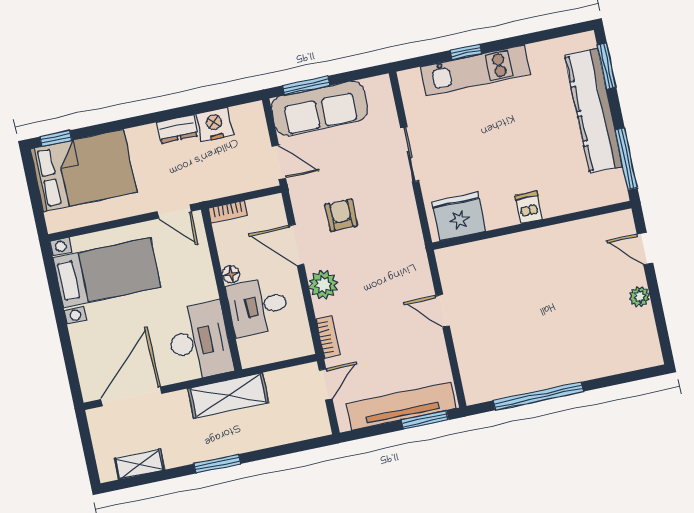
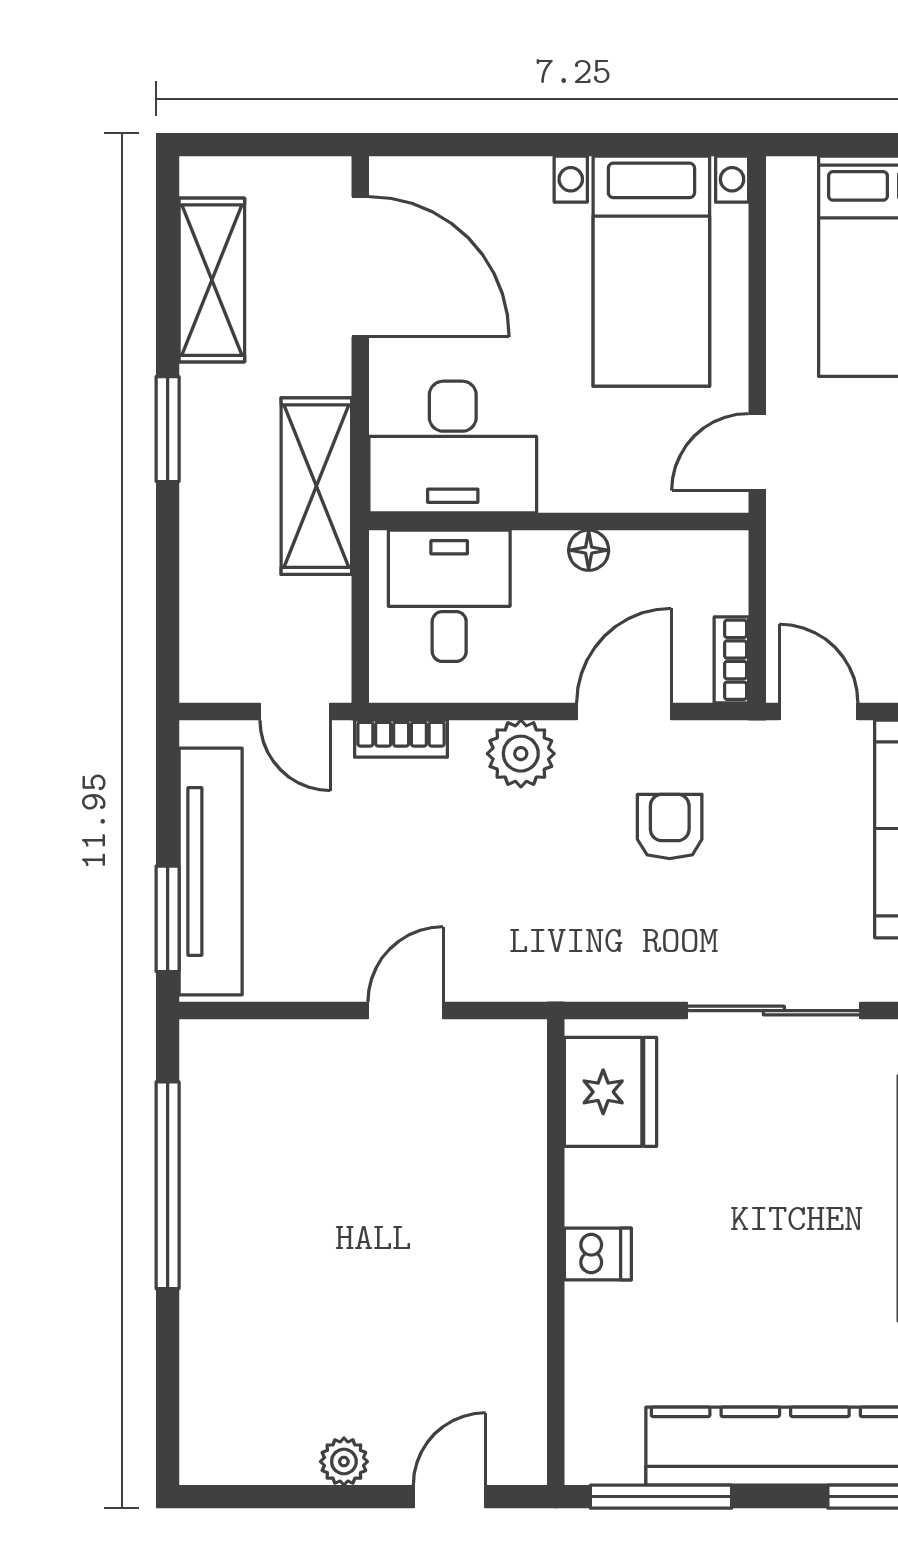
sliding door: (410, 154) -> (774, 1011), width x1.37
door: (279, 162) -> (819, 711), swing flipped
bookcase: (228, 212) -> (731, 660), moved
armchair: (341, 215) -> (670, 827), turned -90
desk: (258, 306) -> (449, 596), moved
shelving: (139, 464) -> (212, 280), width x1.50, depth x1.33

